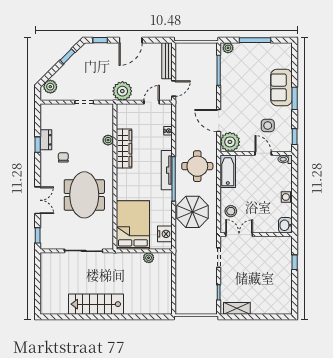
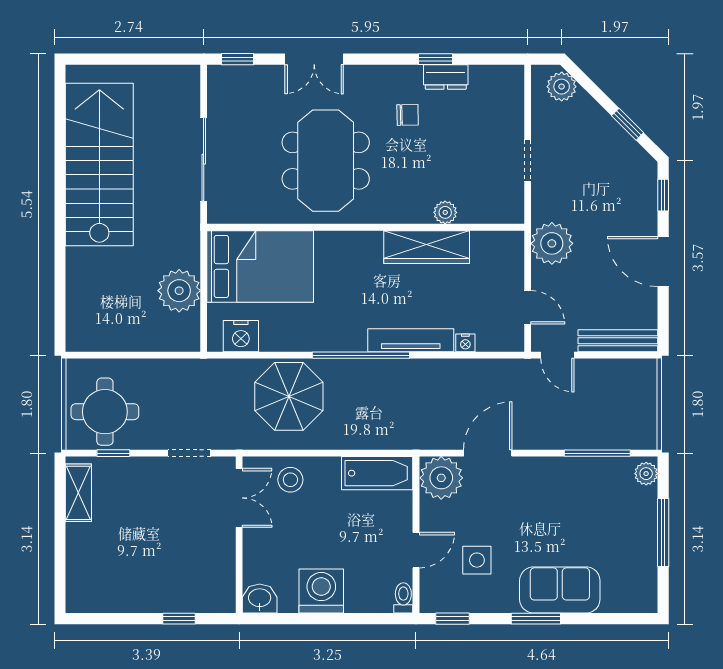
round table: (197, 166) -> (105, 412), moved
tv unit: (167, 170) -> (411, 340), moved
meeting table: (84, 195) -> (326, 161), turned 90
washing machine: (287, 197) -> (321, 591), width x1.89, depth x1.89
plant: (149, 258) -> (179, 291), width x1.88, depth x1.88
stairs: (96, 304) -> (99, 164), width x1.36, depth x1.51

